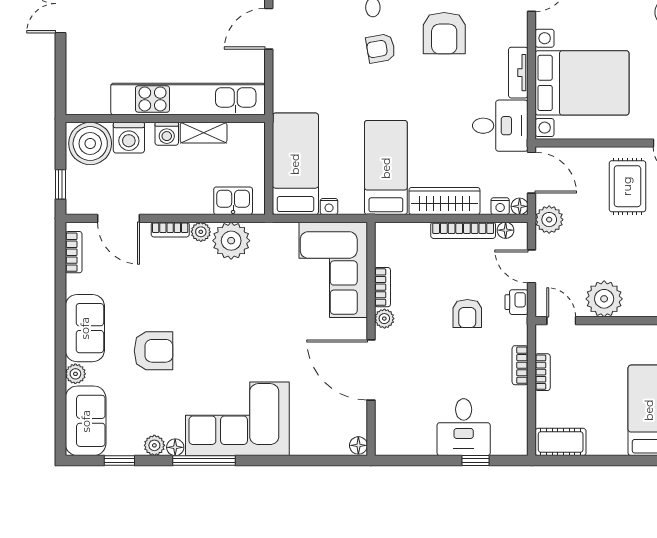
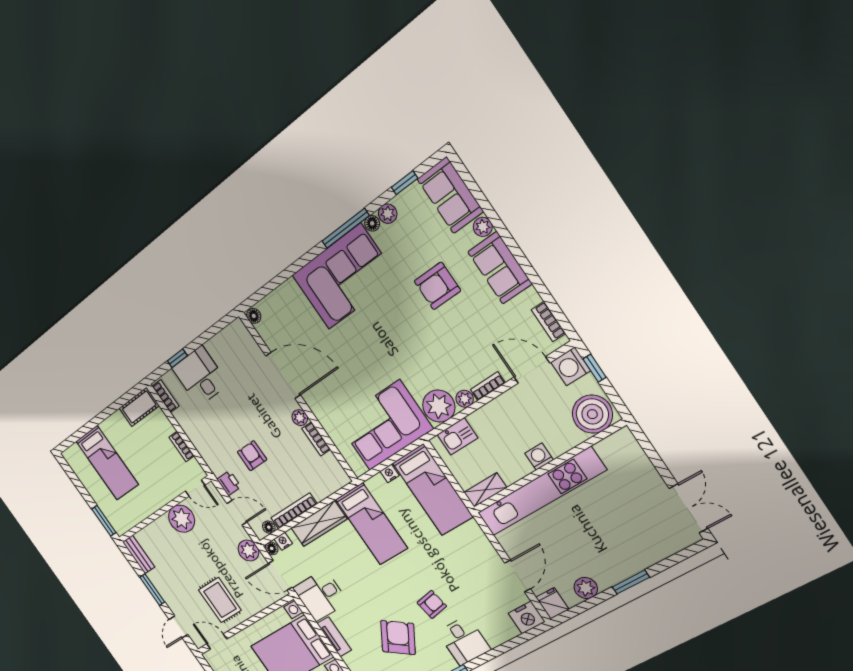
armchair: (444, 33) -> (398, 638), turned 33
shelving: (204, 133) -> (485, 490), moved
washing machine: (129, 138) -> (571, 366), moved, turned -90
corner sofa: (333, 270) -> (385, 425), moved, turned -90
bookcase: (520, 365) -> (165, 396), moved

